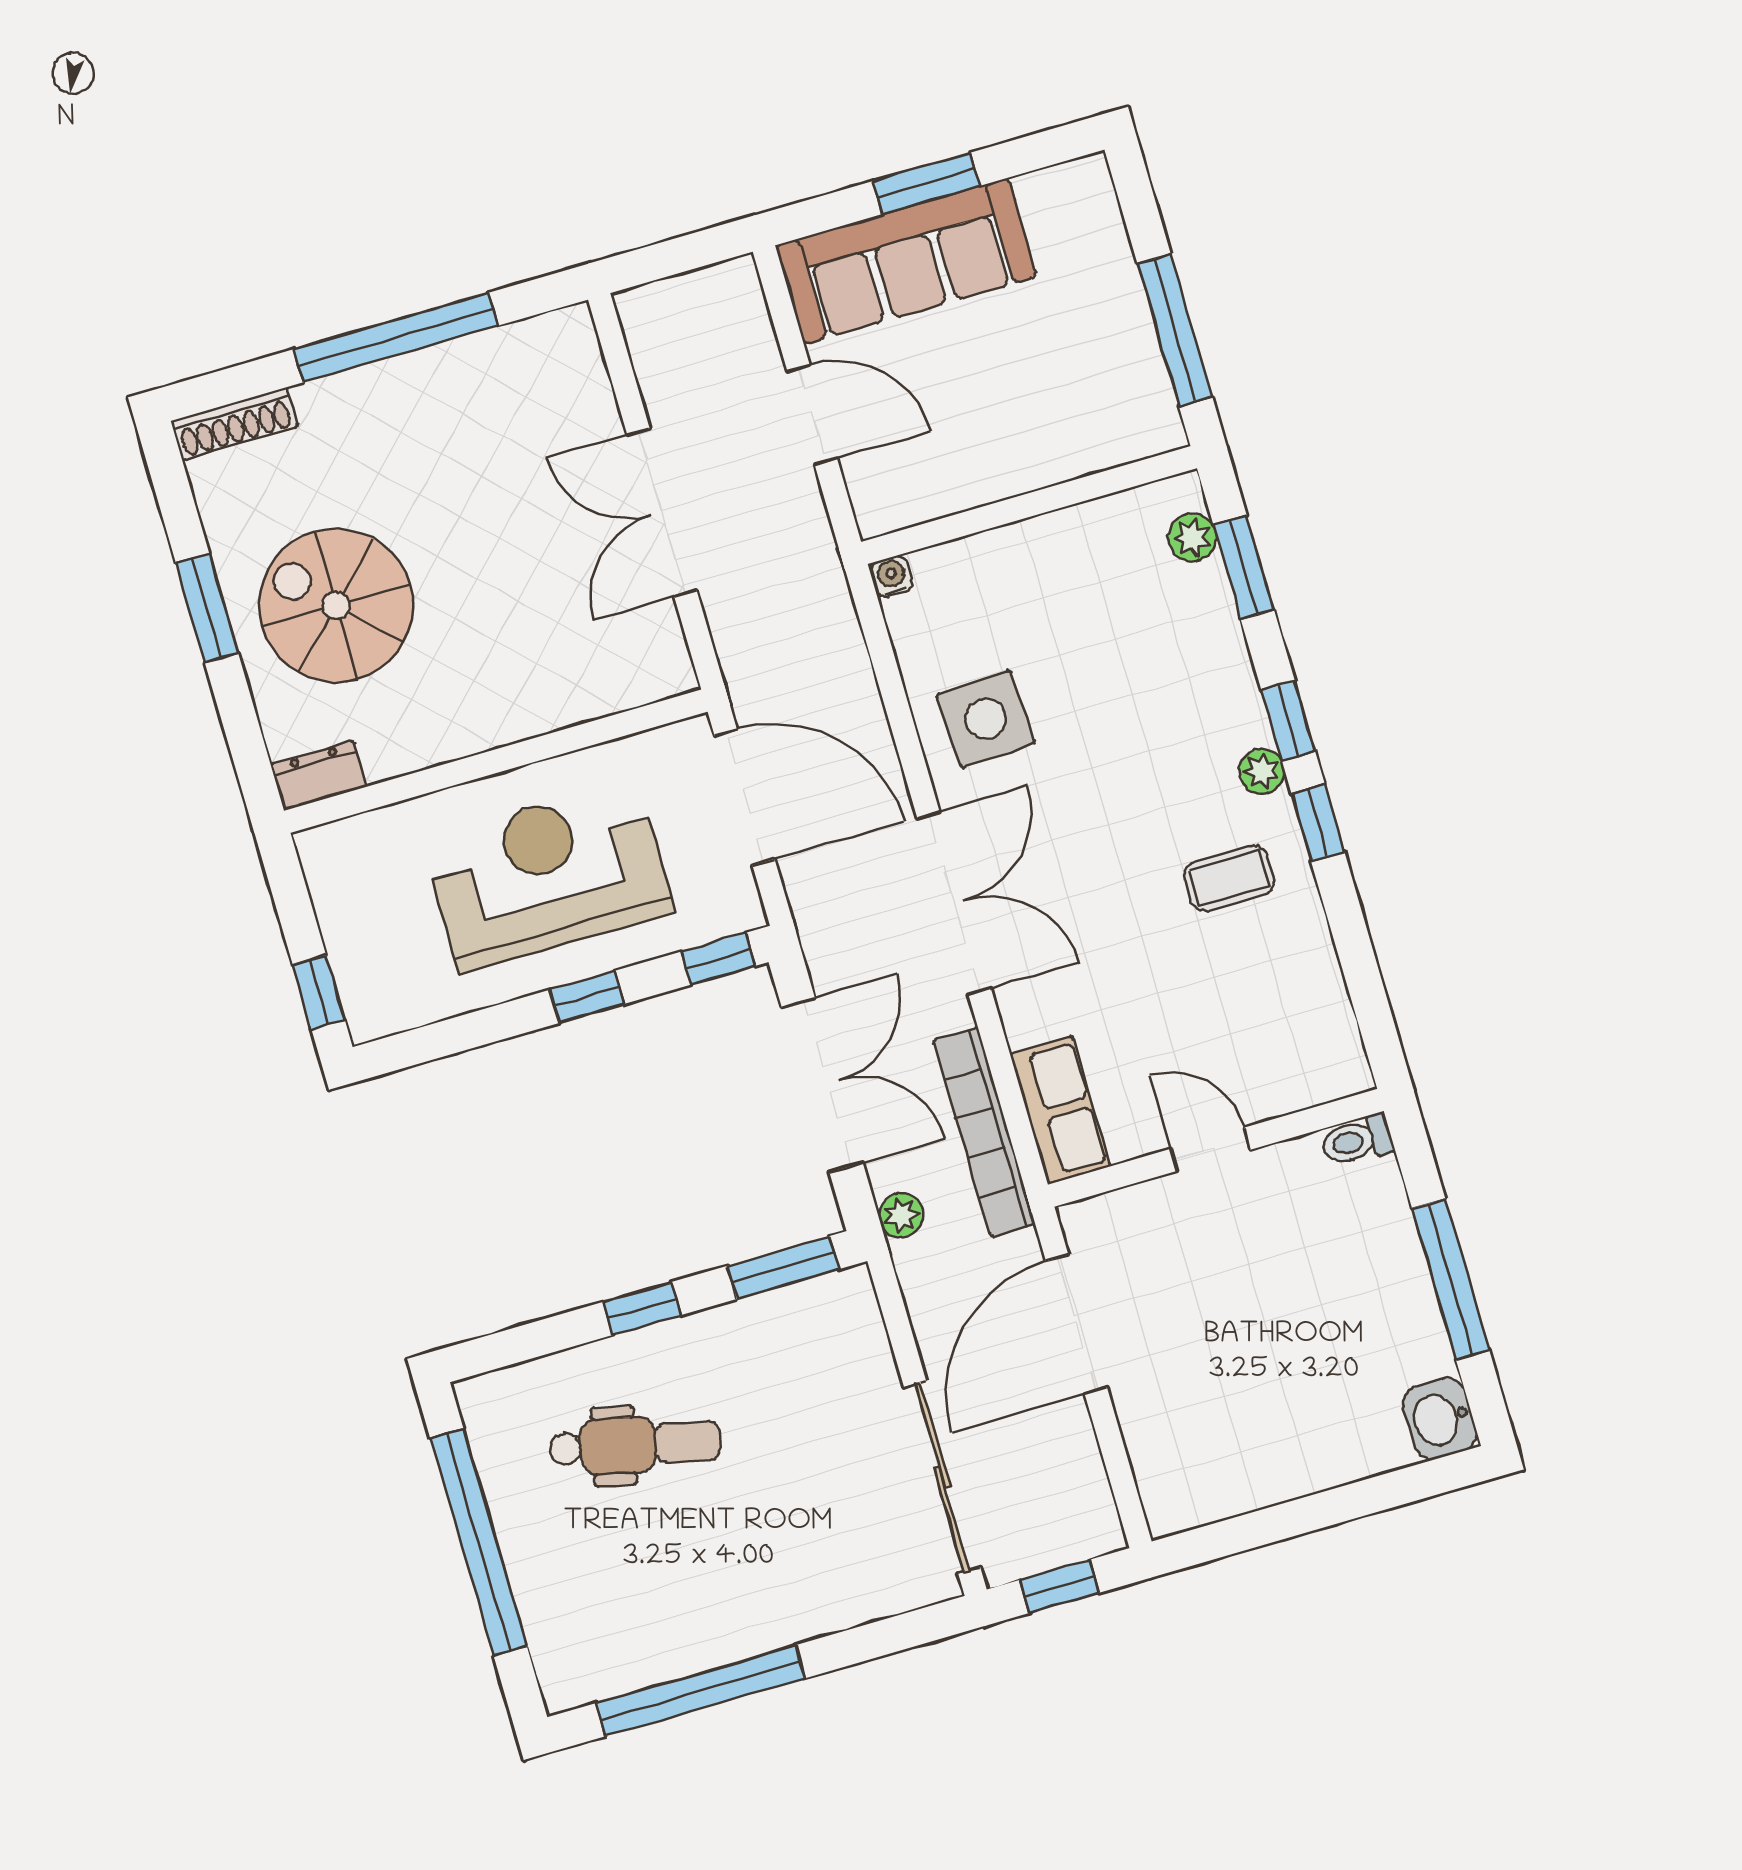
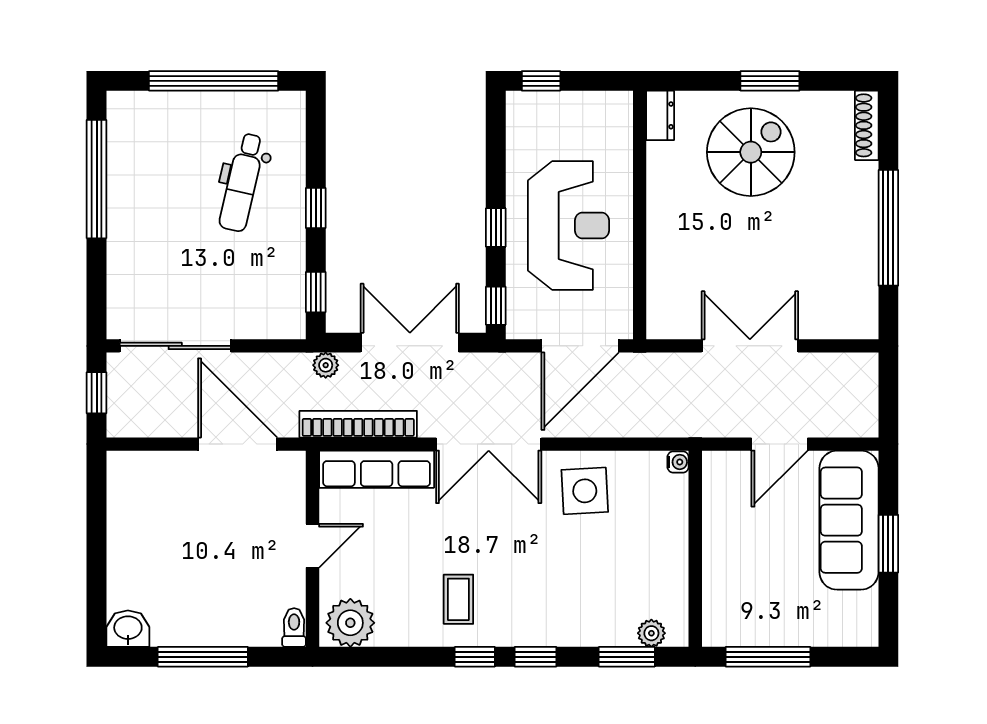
plant: (1262, 771) -> (350, 623), moved, width x1.87, depth x1.87
double door: (822, 1085) -> (410, 343), swing flipped
row of seats: (1060, 1110) -> (377, 469), width x1.48
window: (783, 1267) -> (316, 292), width x0.67

